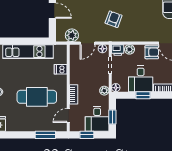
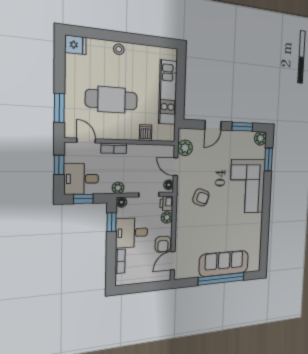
window: (143, 95) -> (112, 222), moved
cafe table: (37, 97) -> (112, 100), turned 90

